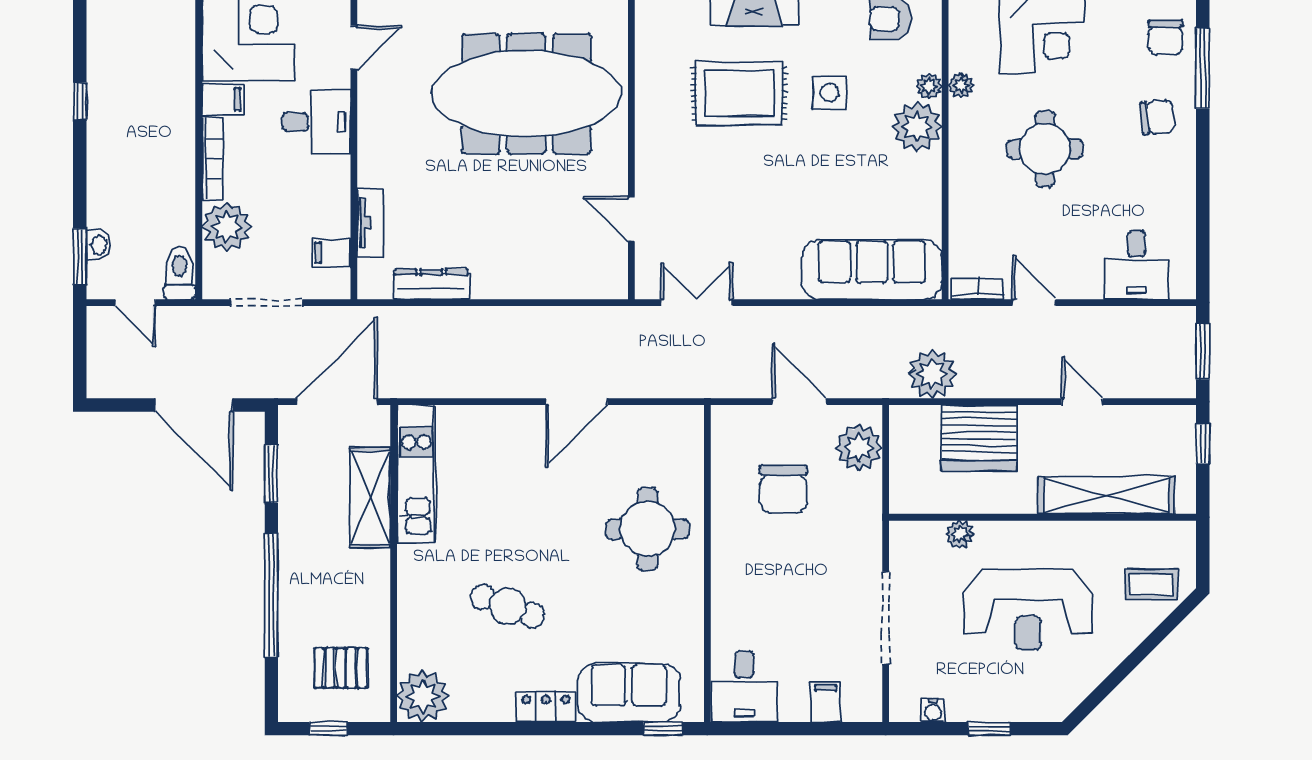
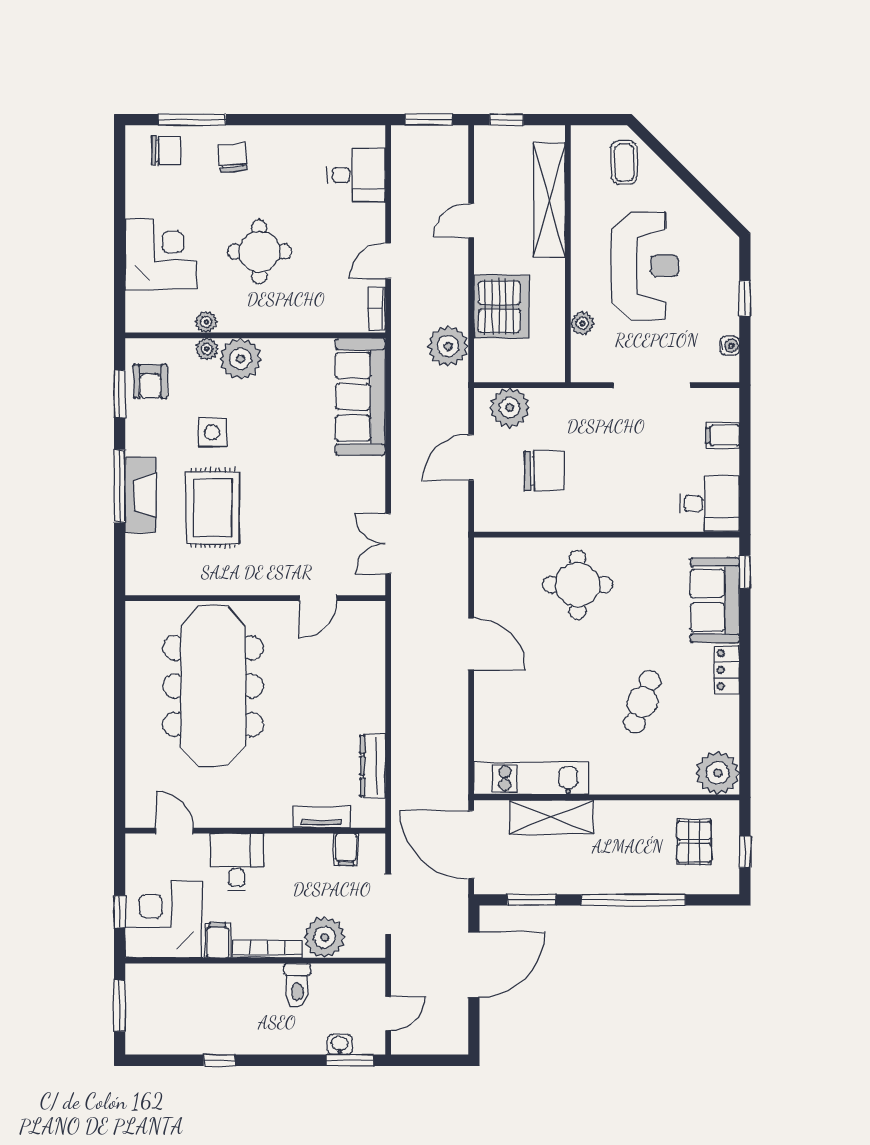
toilet: (180, 273) -> (297, 985), moved, turned -90

